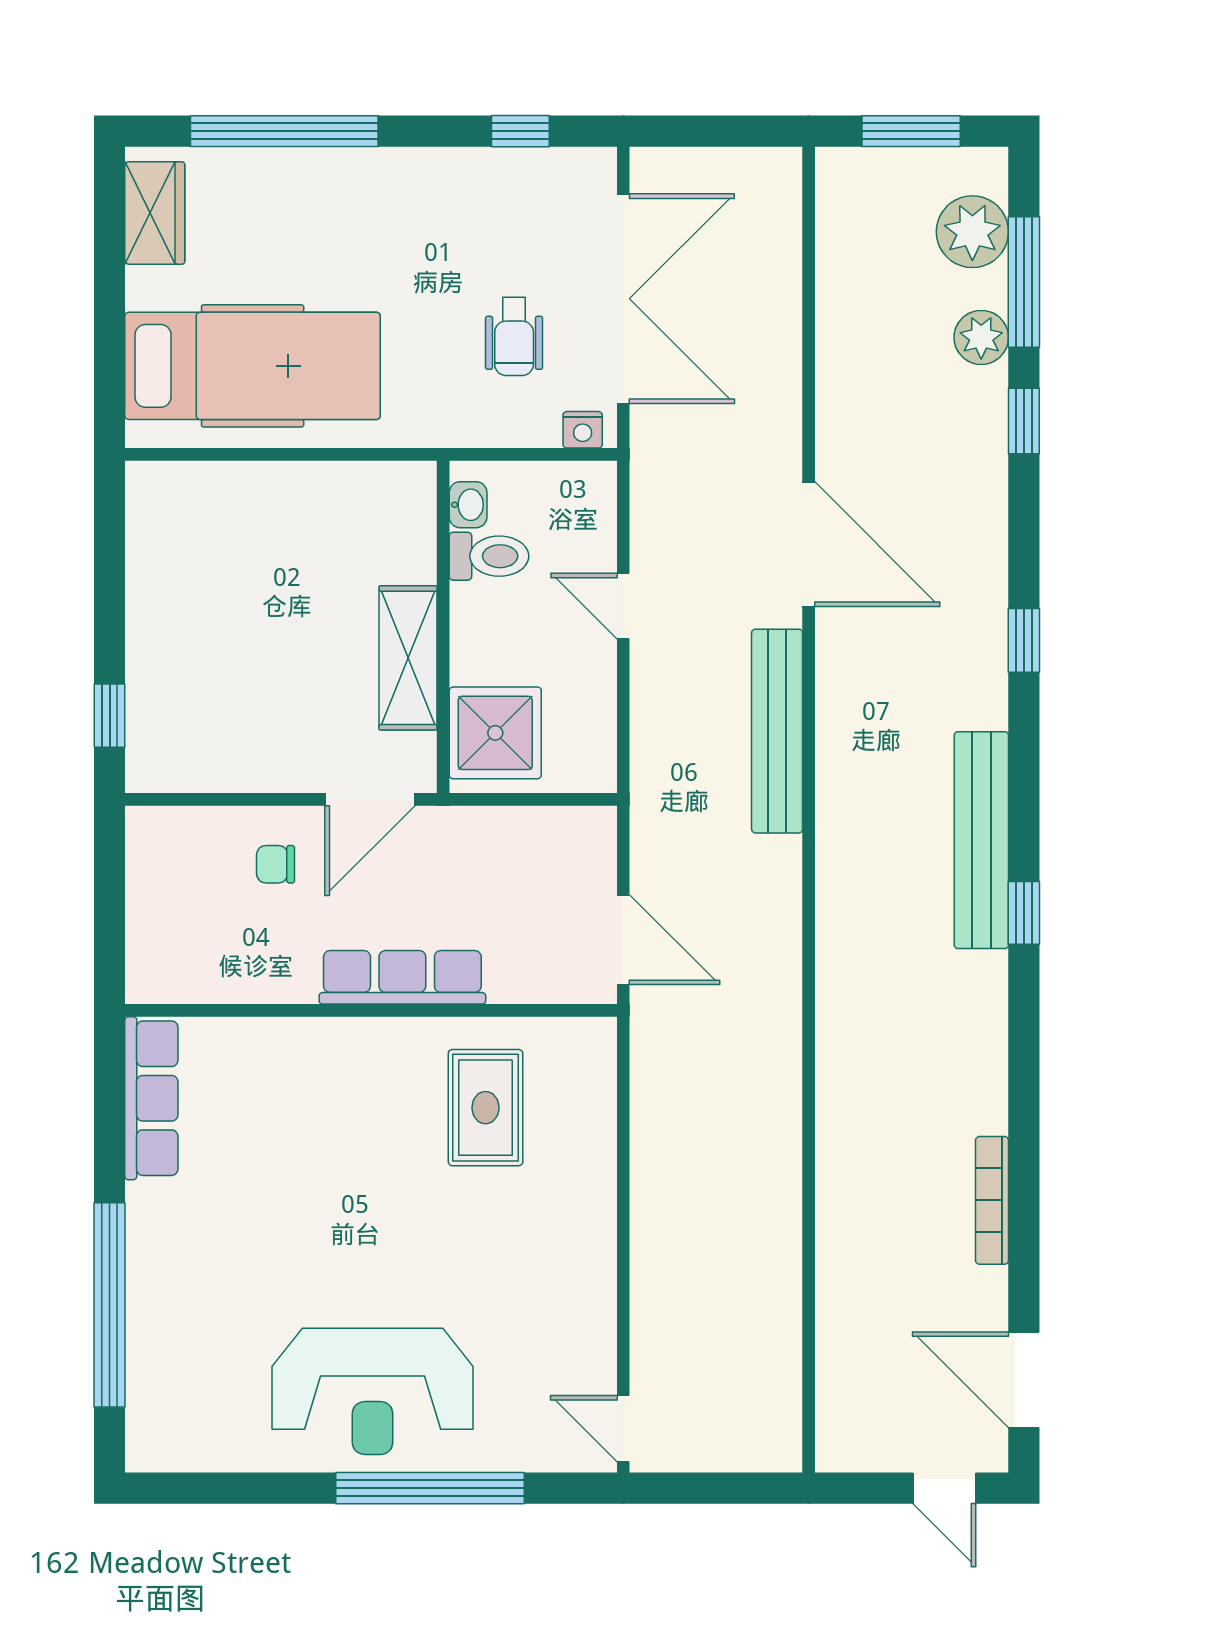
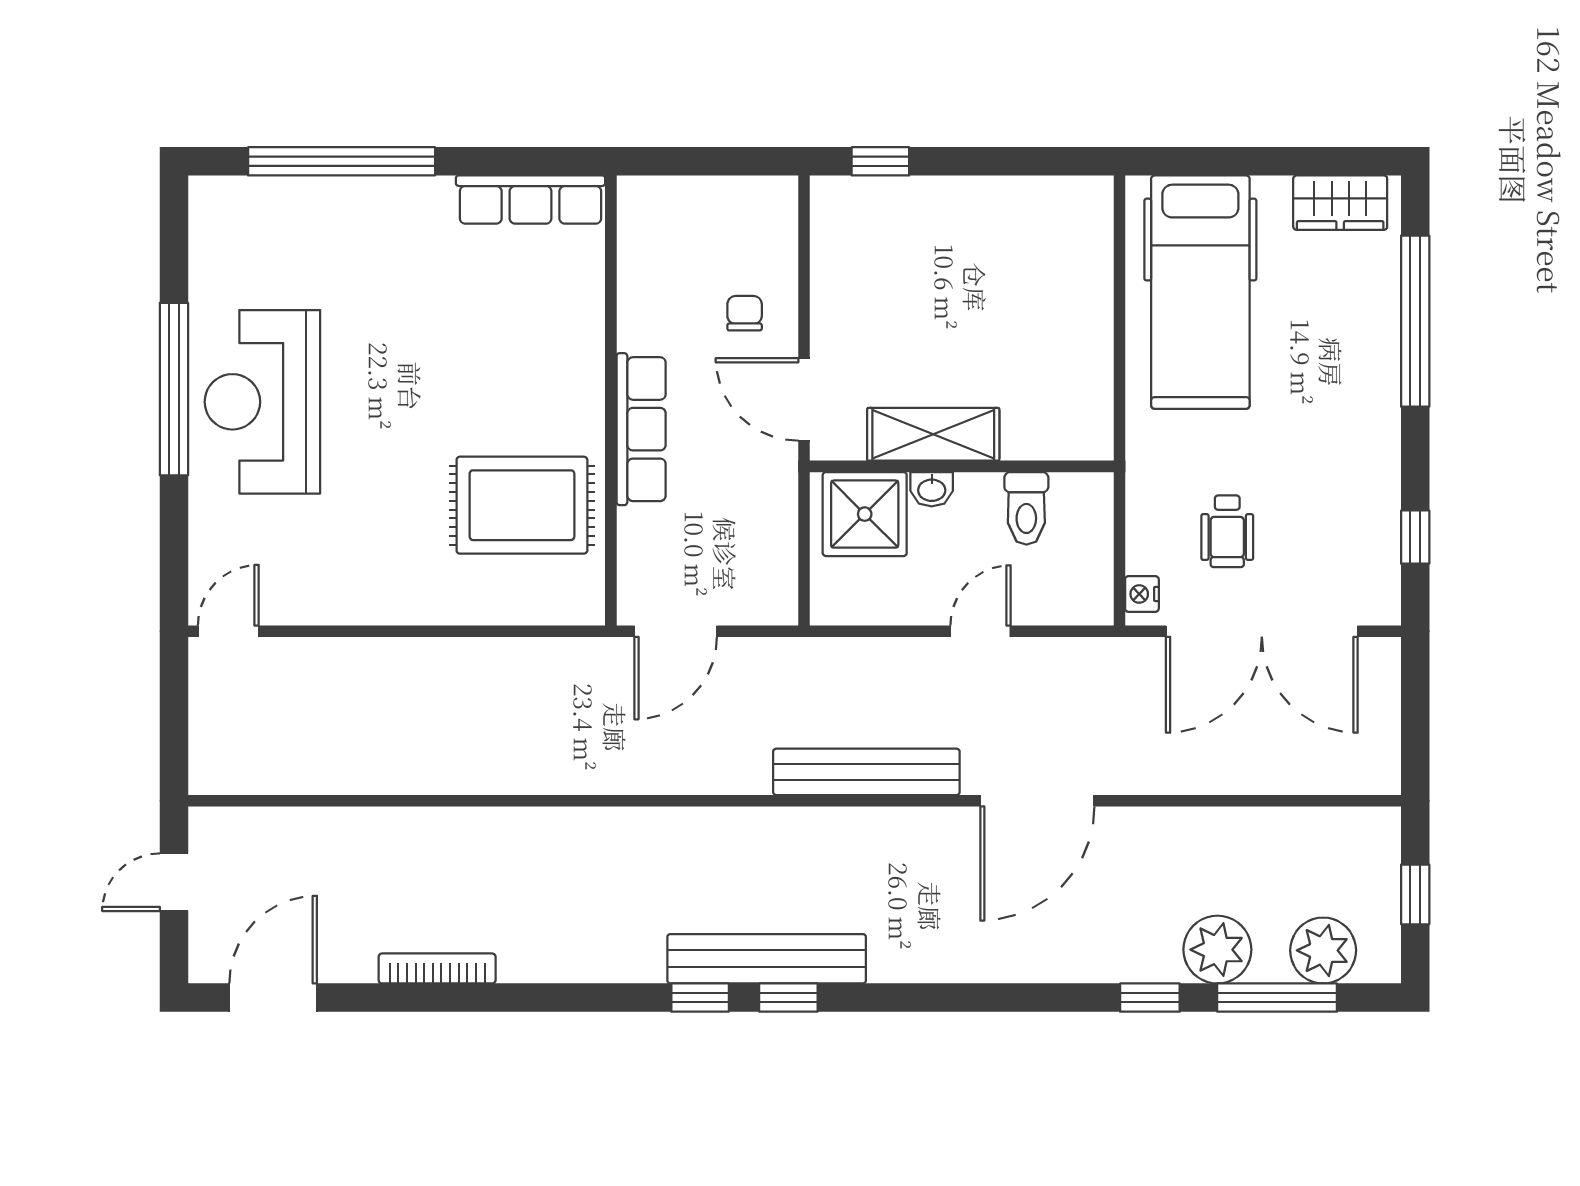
window: (911, 131) -> (1415, 894), width x0.67
wheelchair: (514, 337) -> (1227, 531), turned -90
plant: (981, 337) -> (1217, 950), width x1.36, depth x1.36
washbasin: (468, 505) -> (932, 489), moved
window: (1024, 640) -> (788, 998), moved
rug: (486, 1108) -> (522, 505), width x1.36, depth x1.43
window: (430, 1488) -> (174, 389), moved
door: (944, 1488) -> (174, 882), moved

